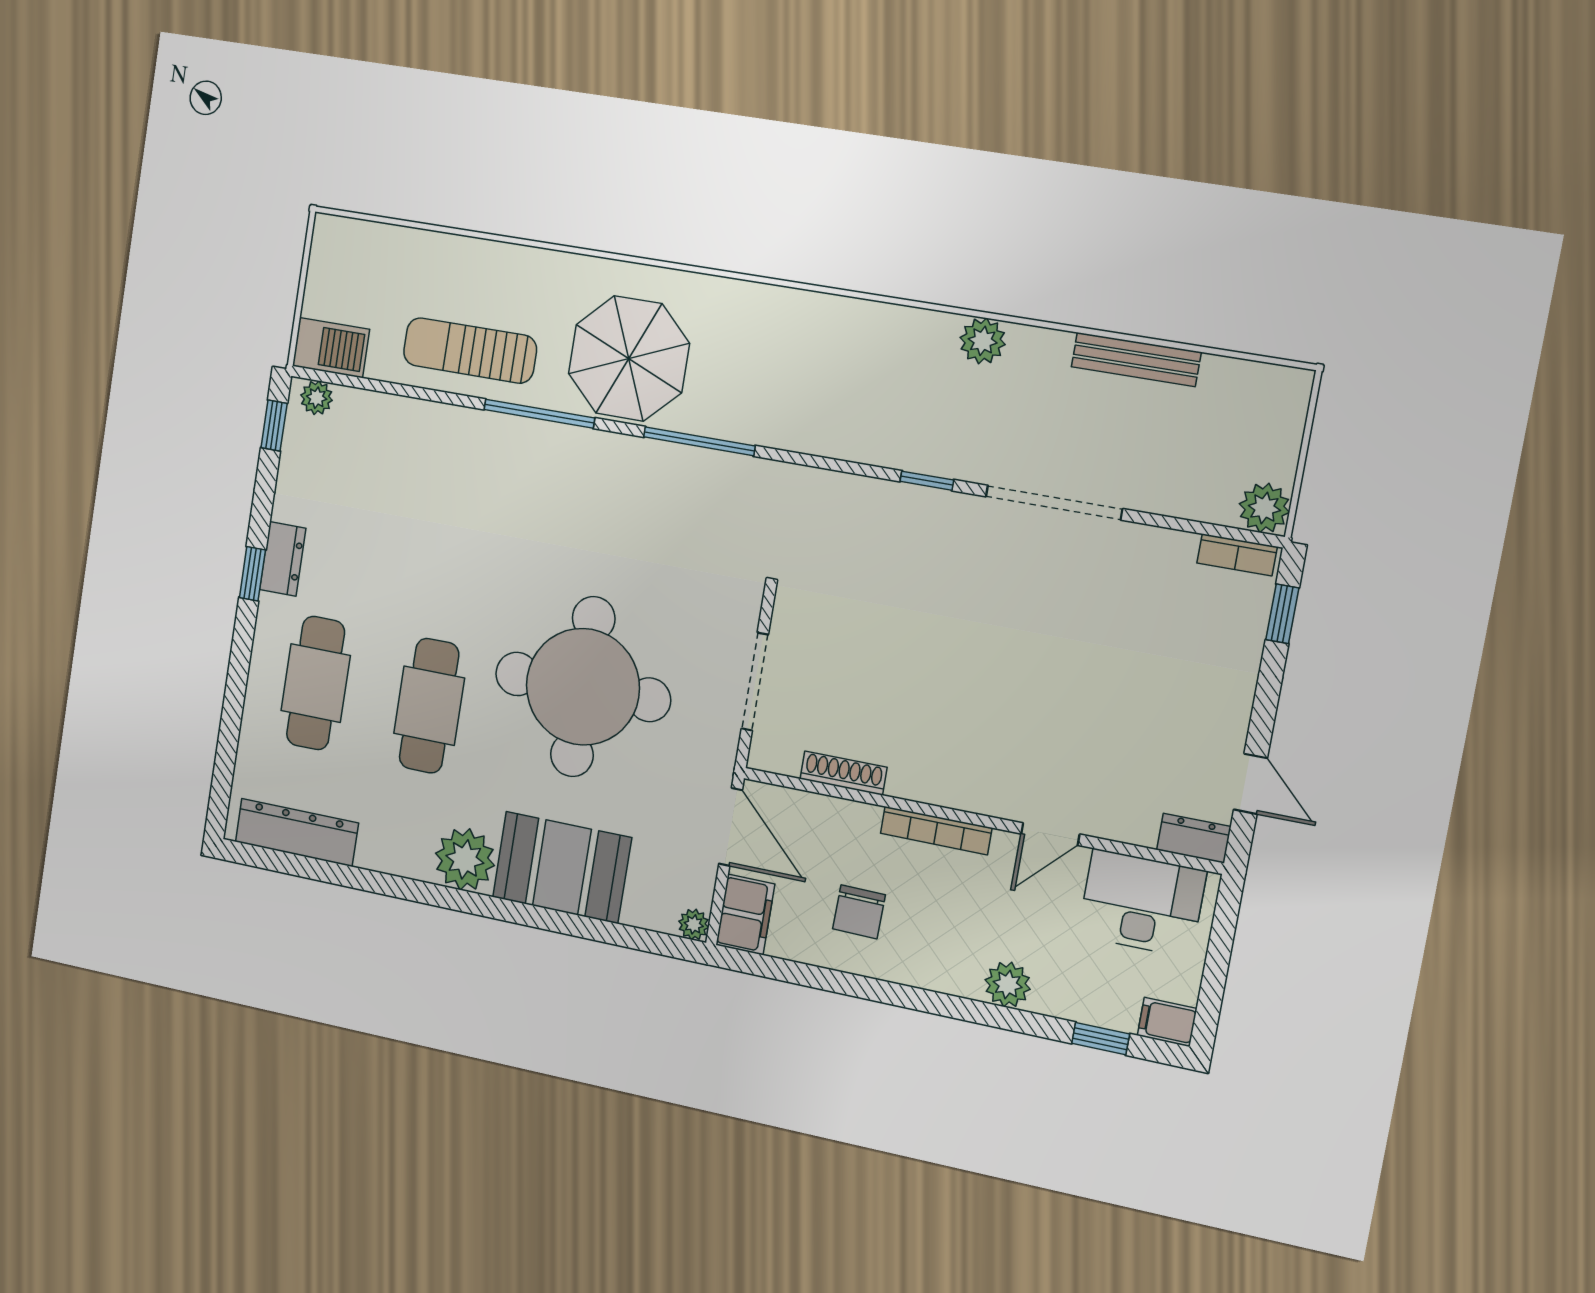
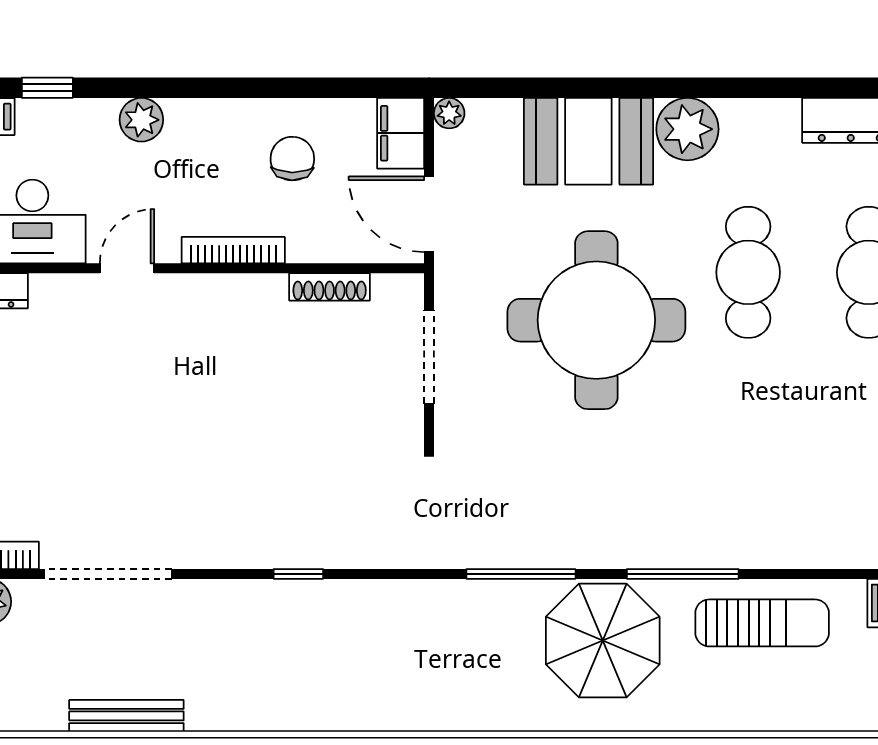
plant: (983, 341) -> (269, 711), removed
doorway: (1054, 503) -> (108, 574), moved

